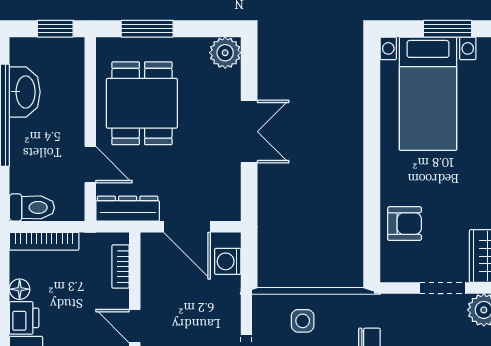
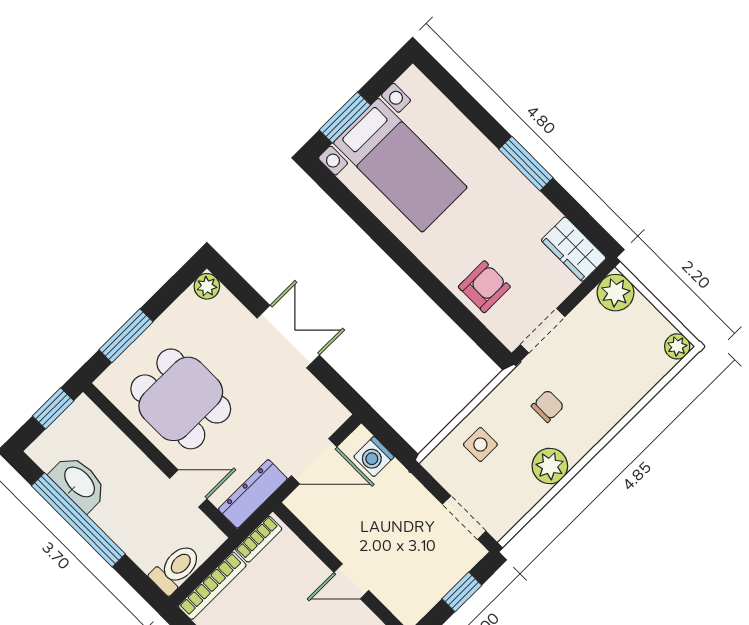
window: (448, 29) -> (345, 117), moved
plant: (225, 53) -> (207, 286), width x0.73, depth x0.73
bookcase: (121, 266) -> (259, 539), moved, turned -90
doorway: (443, 288) -> (543, 331), moved

